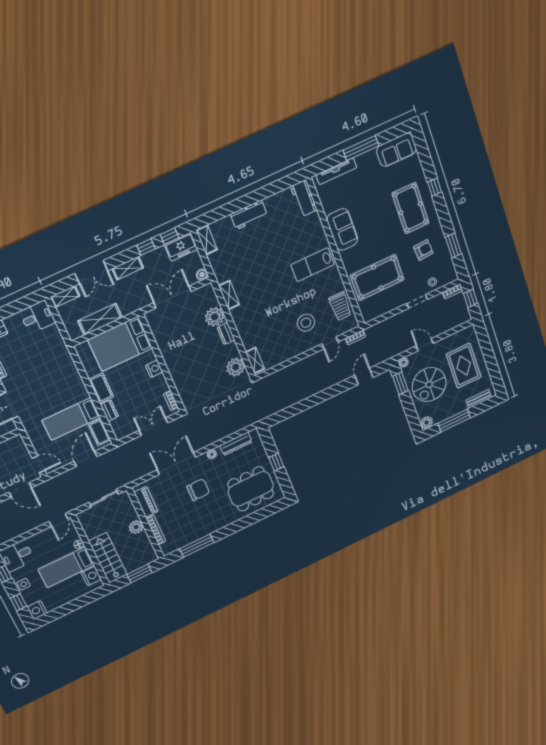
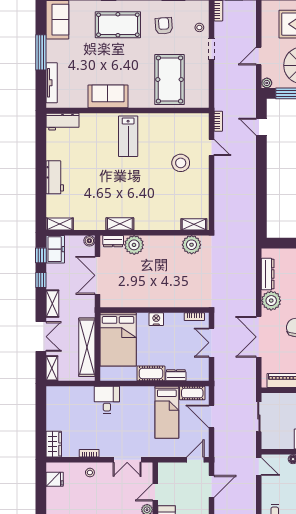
trolley: (340, 306) -> (180, 125), removed
desk: (38, 317) -> (107, 400), moved
shelving: (100, 319) -> (87, 347), width x1.47
dresser: (226, 334) -> (113, 241), moved
plant: (212, 454) -> (271, 301), width x1.88, depth x1.88

